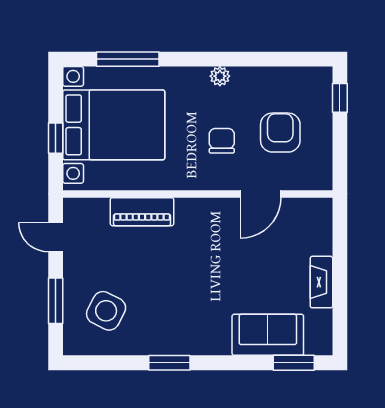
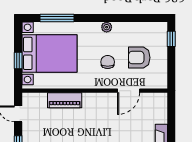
armchair: (280, 133) -> (139, 58), turned -90

